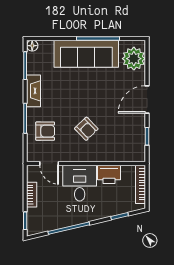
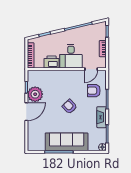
plant: (134, 59) -> (35, 94), moved
armchair: (86, 129) -> (70, 107), moved
door: (49, 163) -> (91, 69), swing flipped

